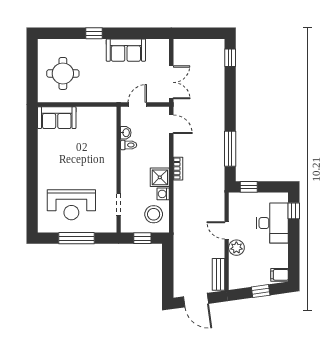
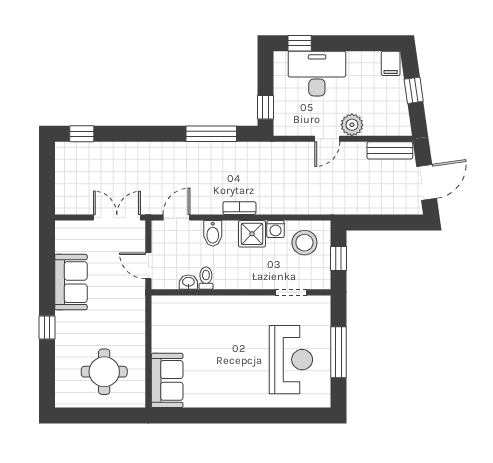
bidet: (160, 150) -> (213, 233), added

